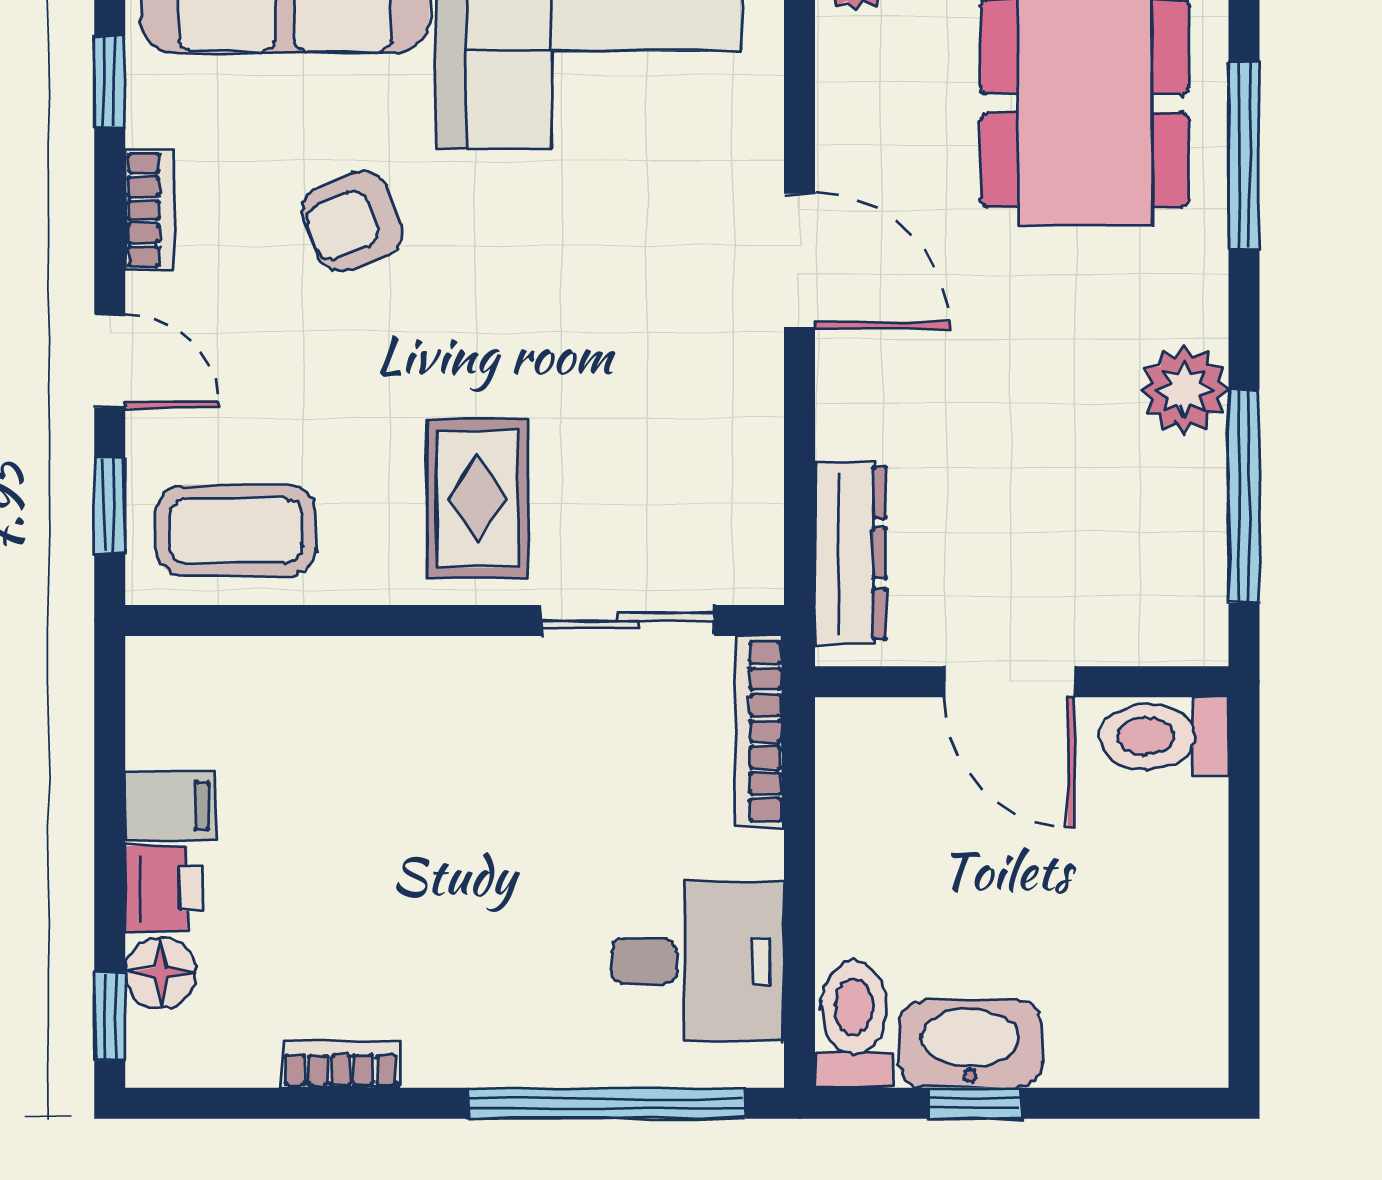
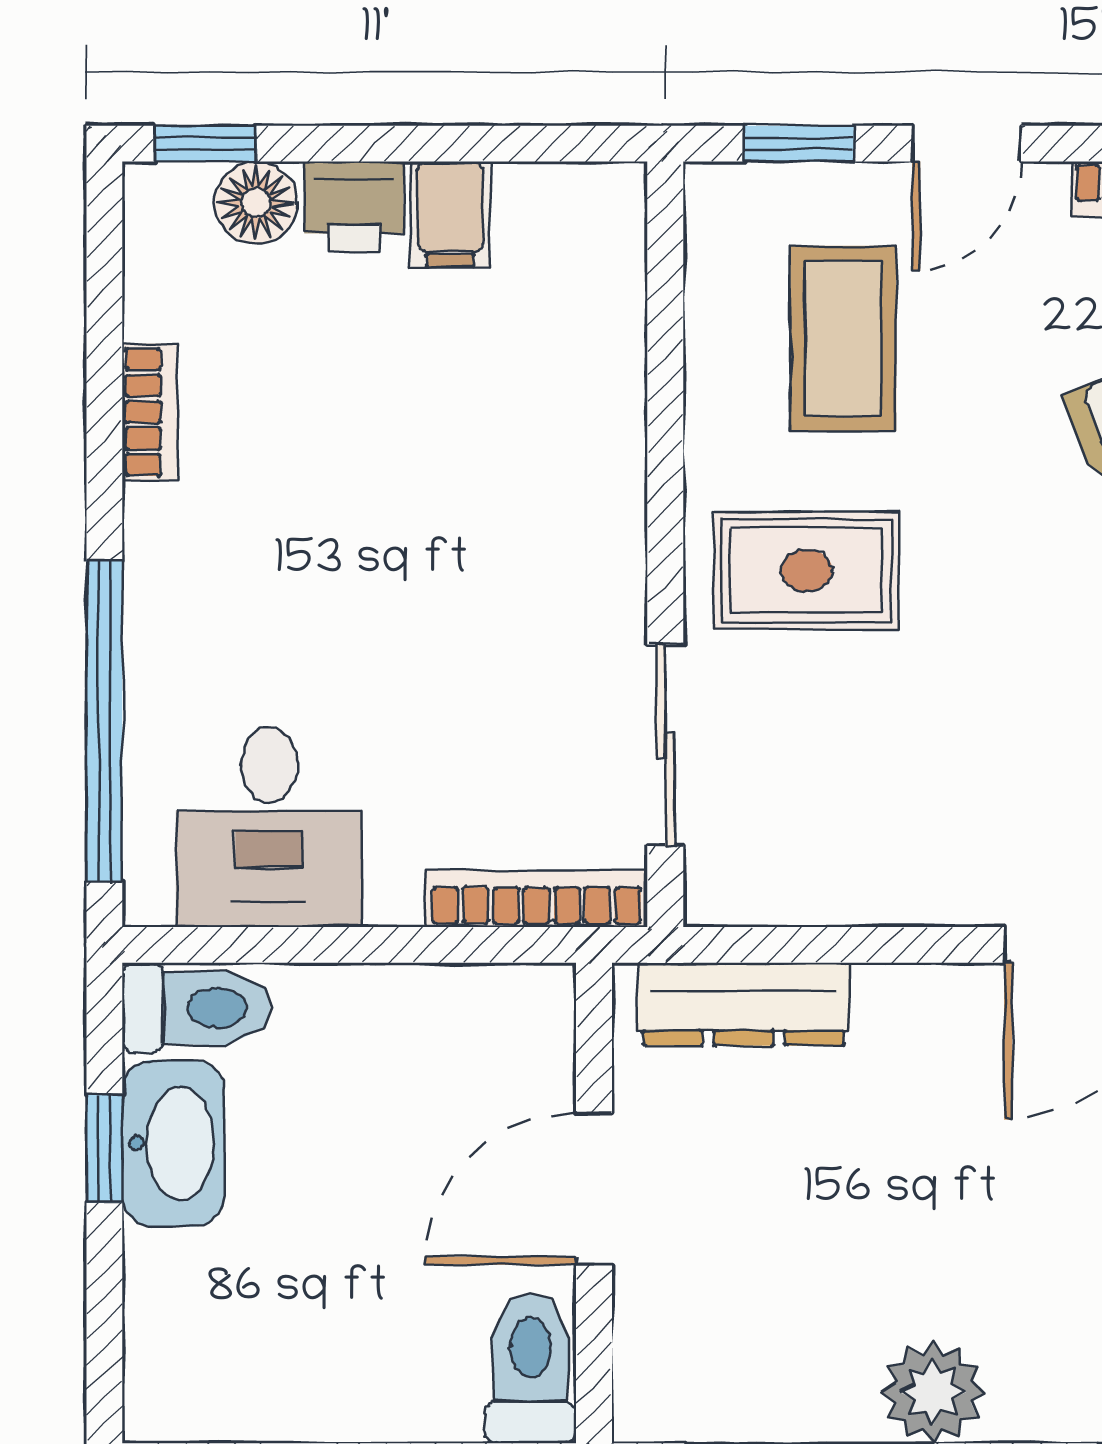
coffee table: (236, 530) -> (843, 338), moved

